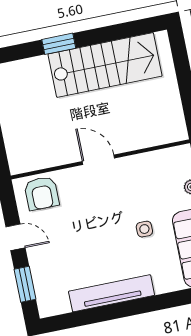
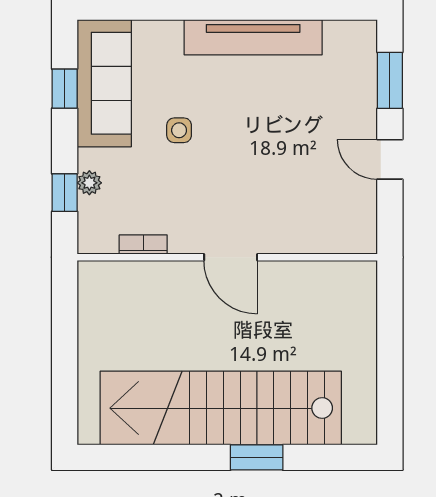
stairs: (105, 65) -> (221, 408), width x1.36
bookcase: (152, 157) -> (143, 245), added
armchair: (42, 193) -> (333, 222), removed

